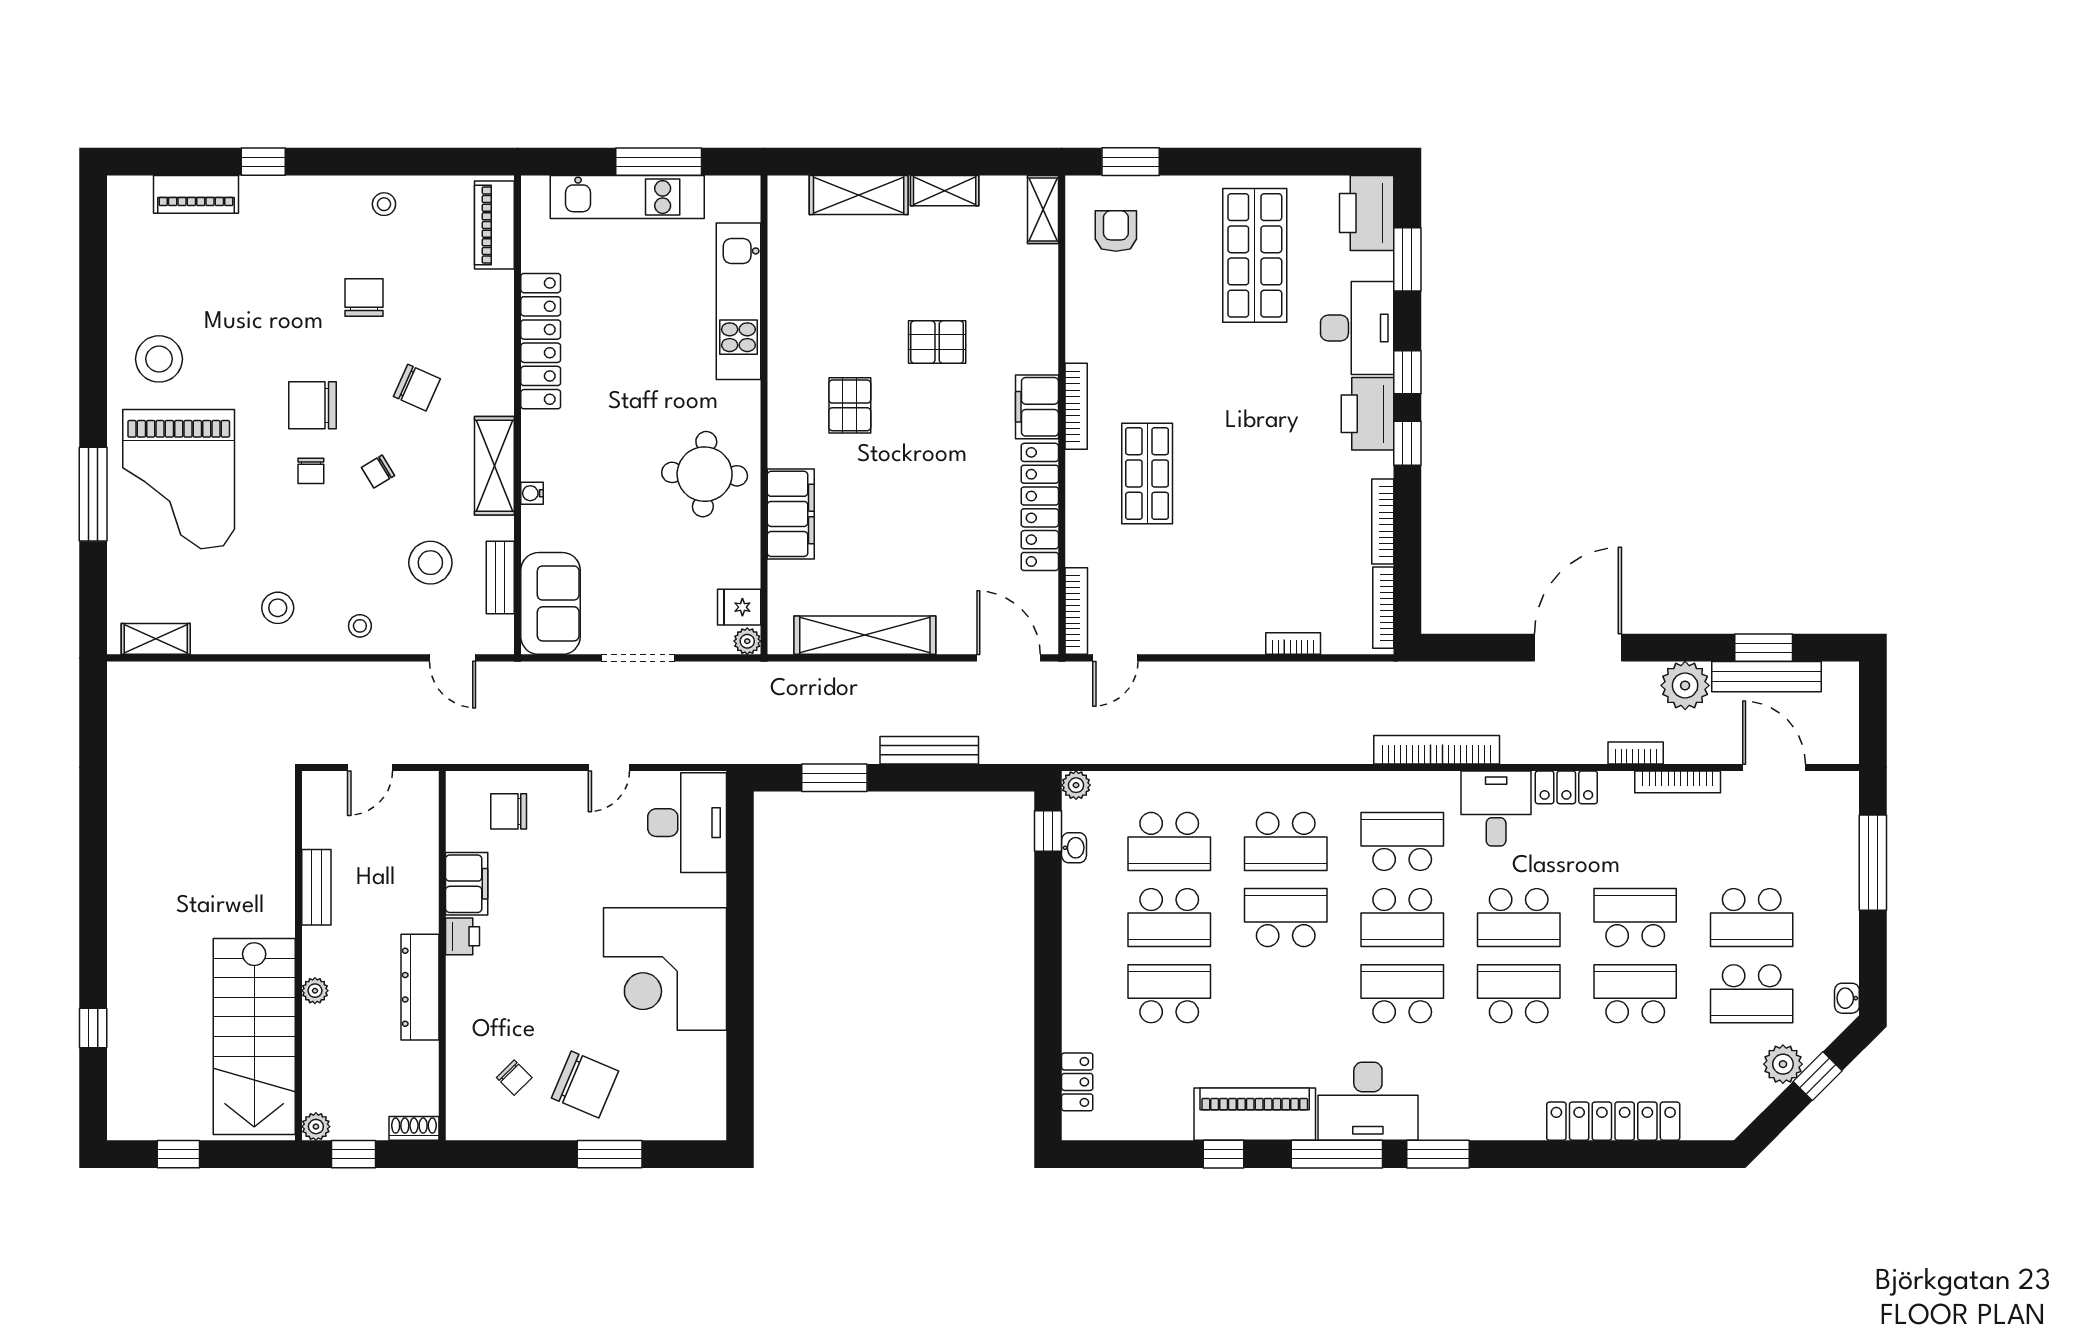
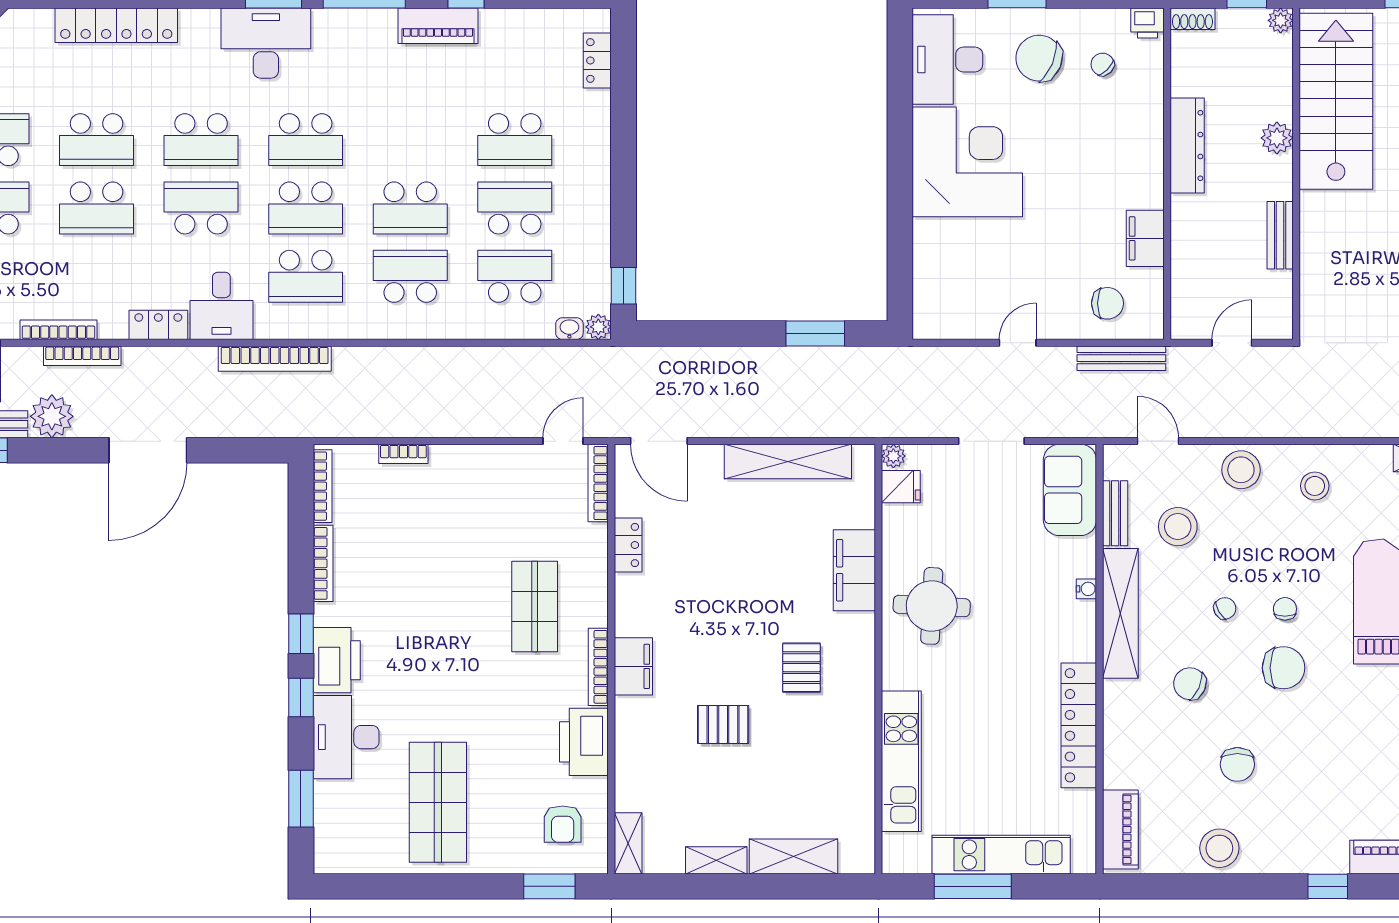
stool: (384, 204) -> (1219, 848), width x1.89, depth x1.89
printer: (1367, 213) -> (584, 742), moved, turned 180
shelving: (494, 466) -> (1120, 613), width x1.47
locker: (1040, 507) -> (628, 545), width x0.46, depth x0.83
stool: (360, 626) -> (1241, 470), width x1.89, depth x1.89
bench: (929, 750) -> (1121, 358), moved
bookcase: (1636, 753) -> (82, 356), width x1.56
desk: (687, 823) -> (947, 60), moved
washbasin: (1074, 848) -> (569, 329), moved, turned 90
school desk: (1402, 918) -> (306, 208), turned 180
printer: (462, 936) -> (1147, 23), moved, turned -90
plant: (315, 991) -> (1277, 138), width x1.38, depth x1.38
desk: (1368, 1101) -> (266, 43), moved
piano: (1255, 1114) -> (438, 26), width x0.73, depth x0.75

